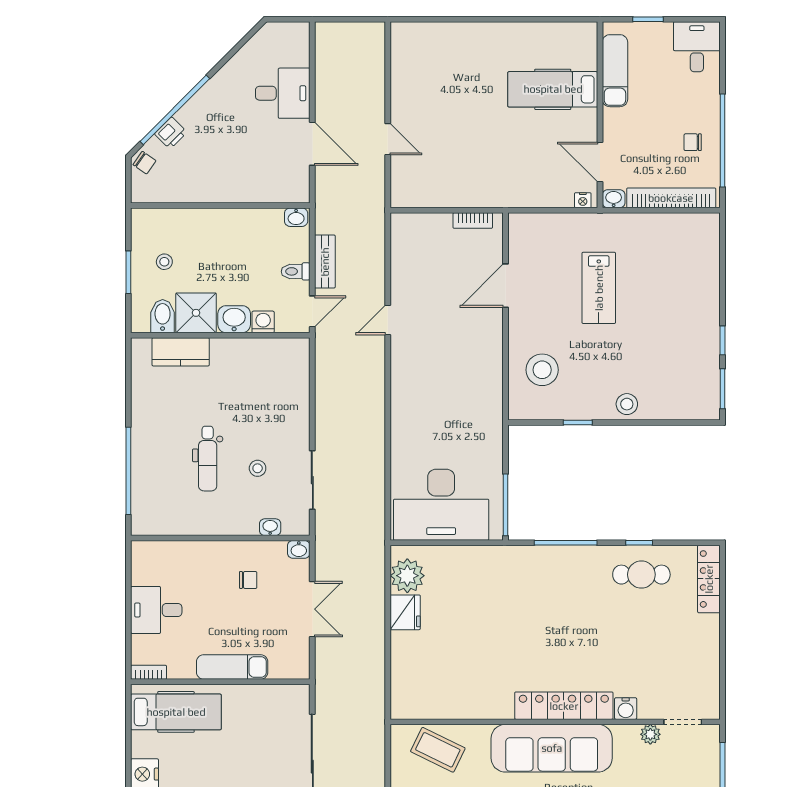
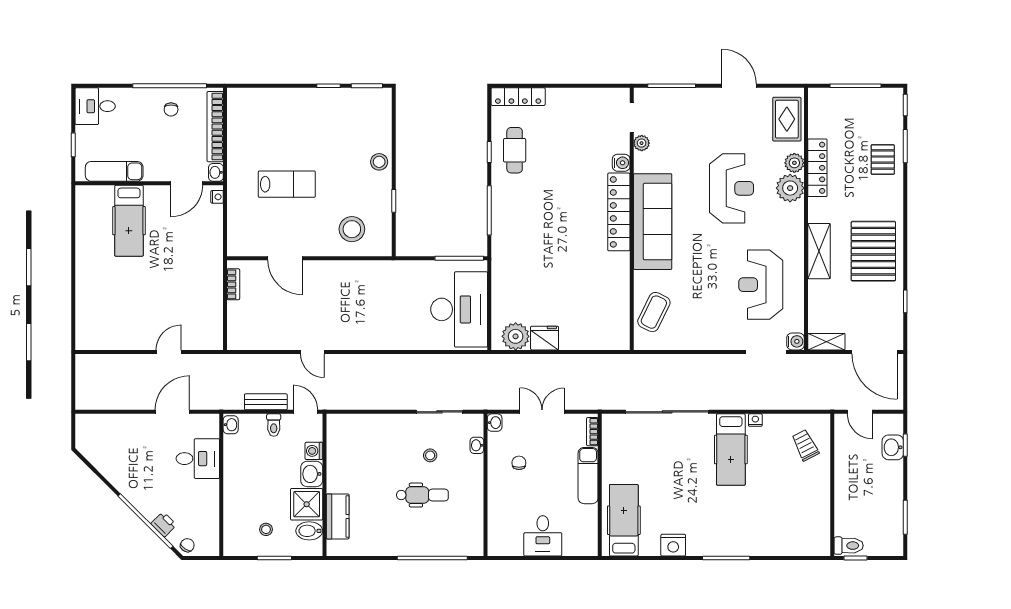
desk: (283, 93) -> (198, 459), moved, turned 90
bookcase: (149, 672) -> (592, 432), moved

